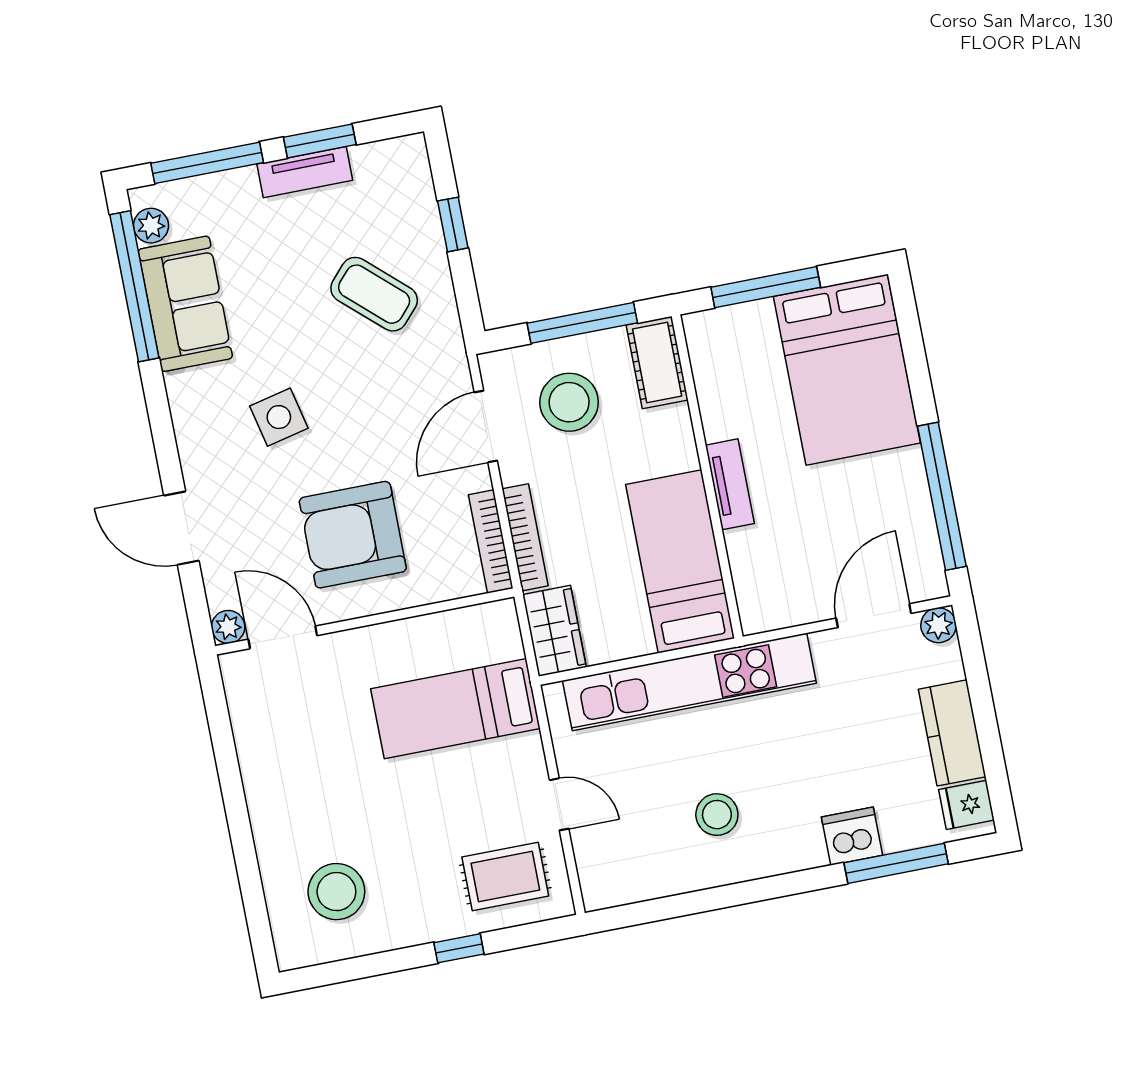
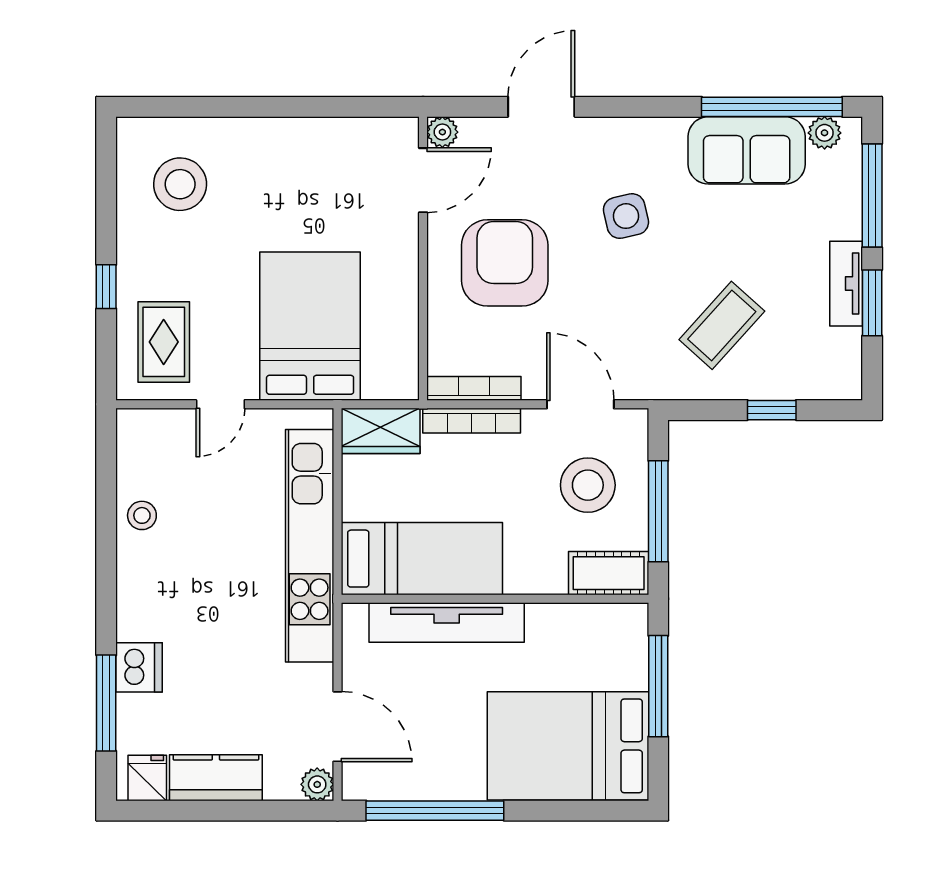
tv unit: (730, 484) -> (447, 622), width x1.92, depth x1.29
bed: (455, 709) -> (310, 326), width x1.50
stool: (717, 815) -> (142, 515), moved, width x0.73, depth x0.73

